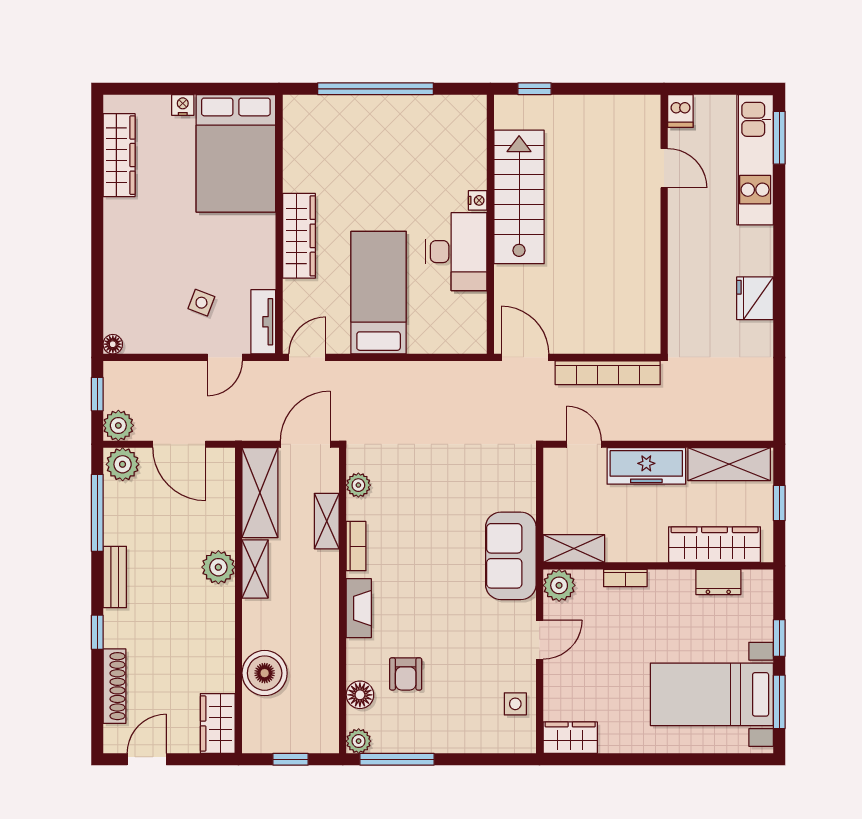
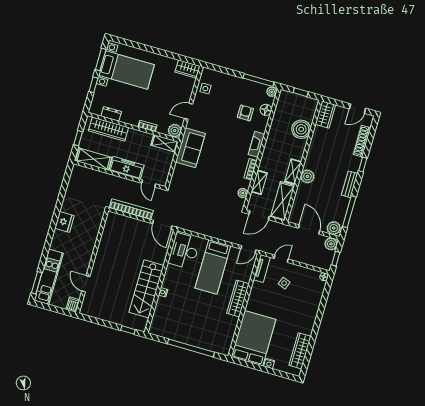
desk: (456, 252) -> (184, 251), moved

